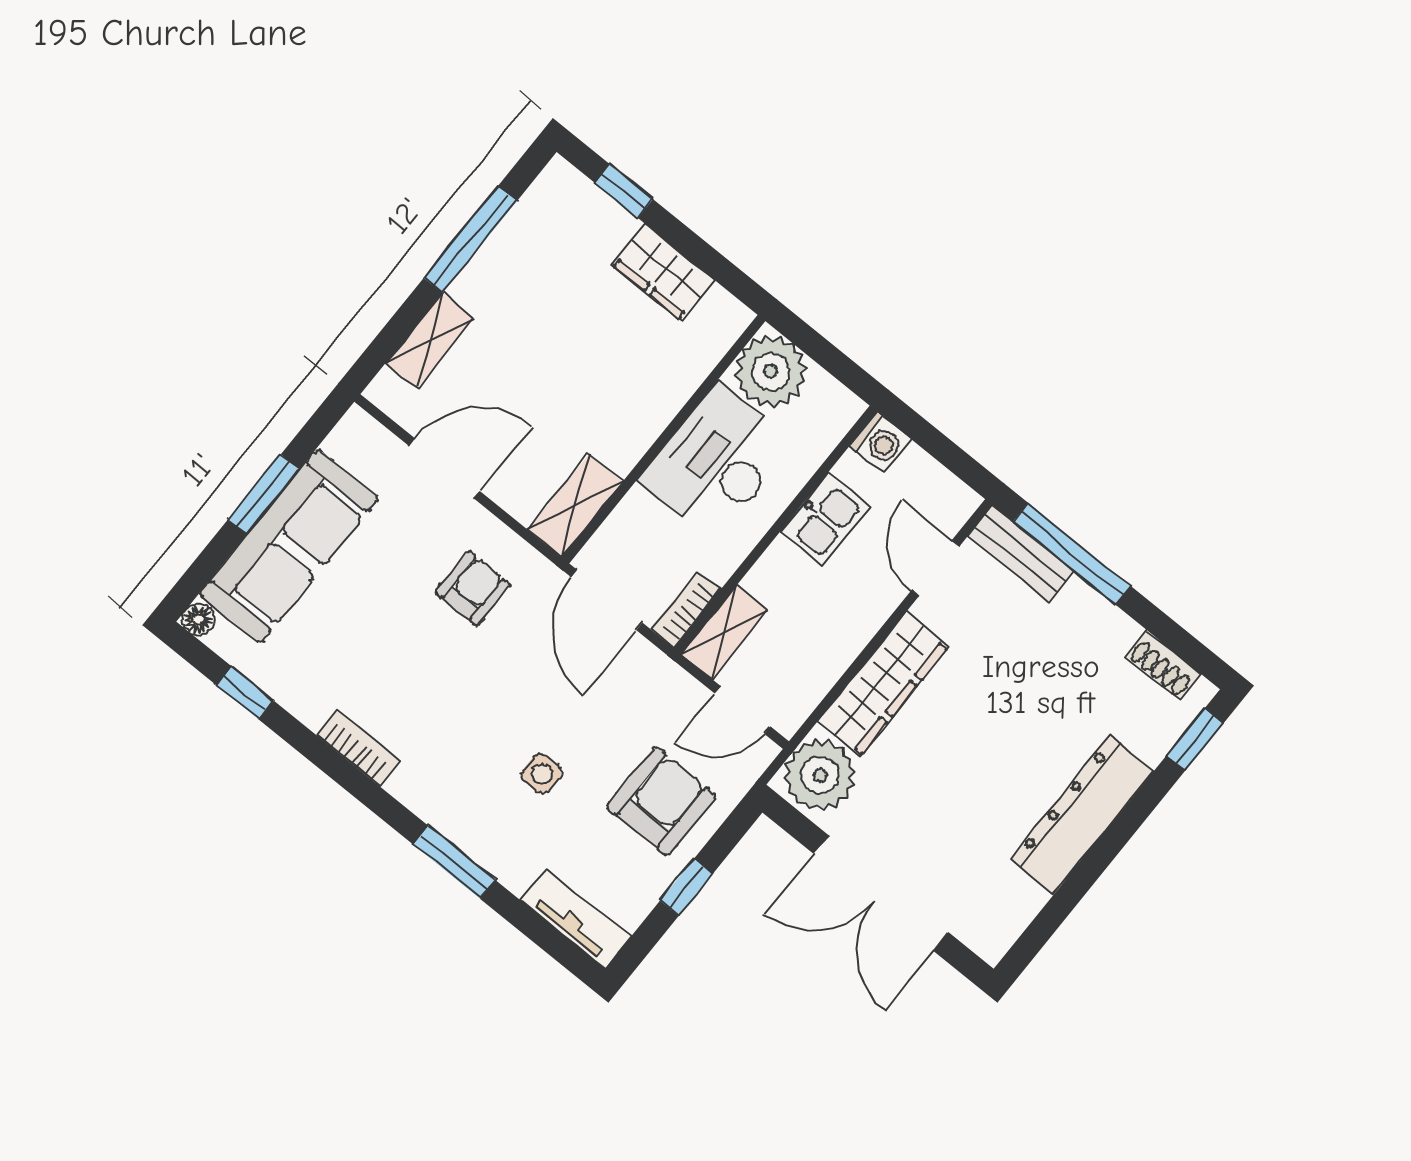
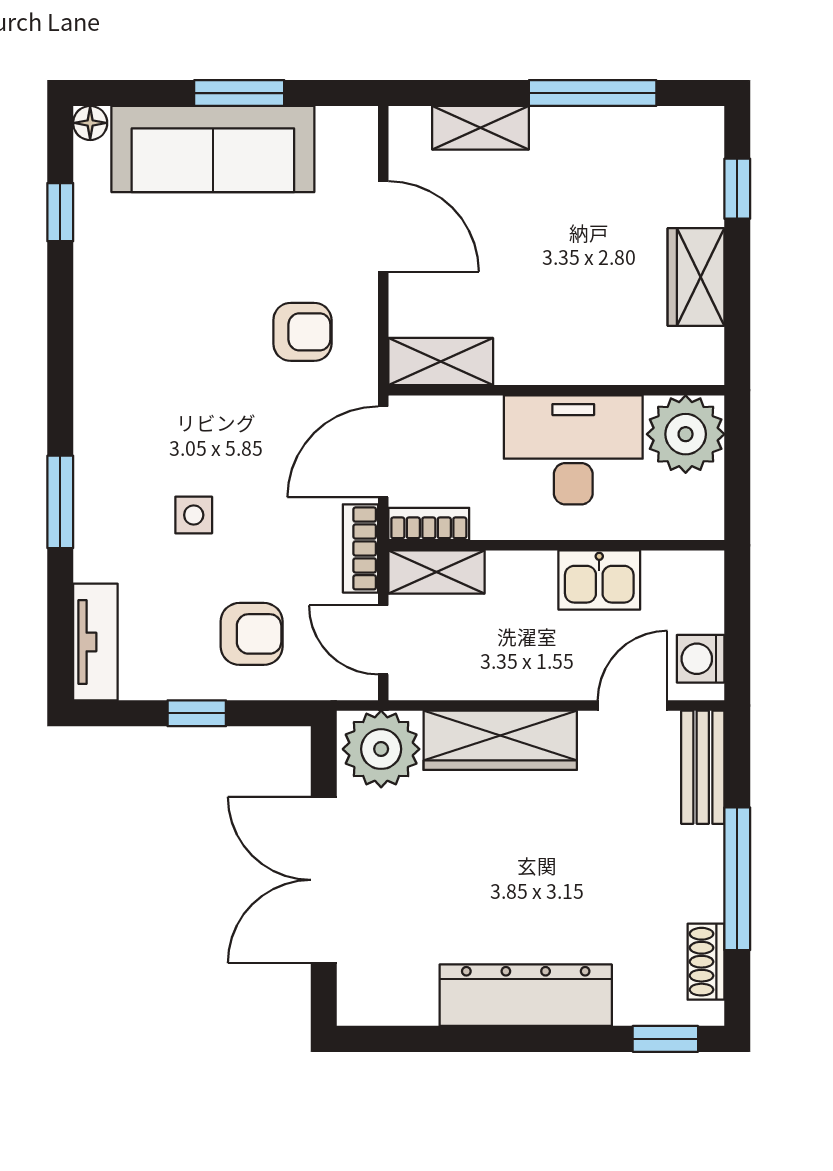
washing machine: (880, 443) -> (701, 659), moved, turned 90
window: (1072, 554) -> (737, 879), moved
bookcase: (358, 748) -> (360, 548), moved, turned 180
armchair: (661, 801) -> (252, 634), width x0.72, depth x0.72

